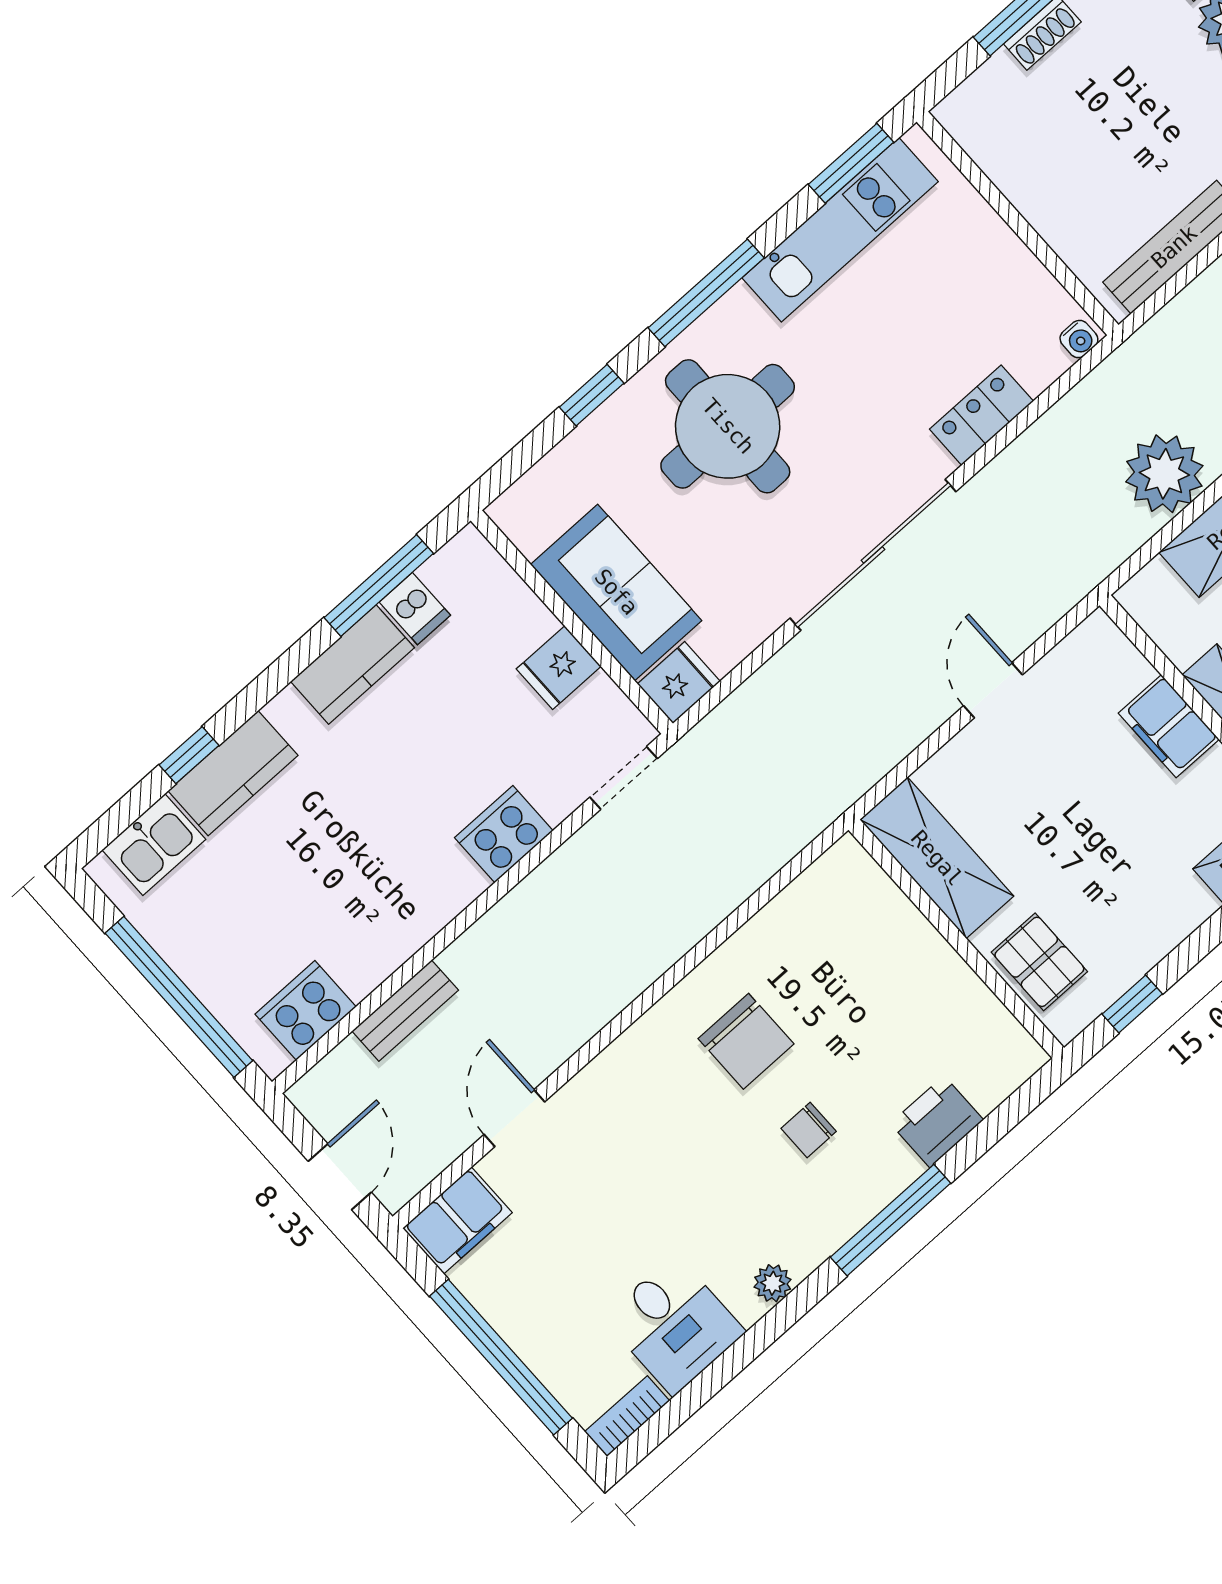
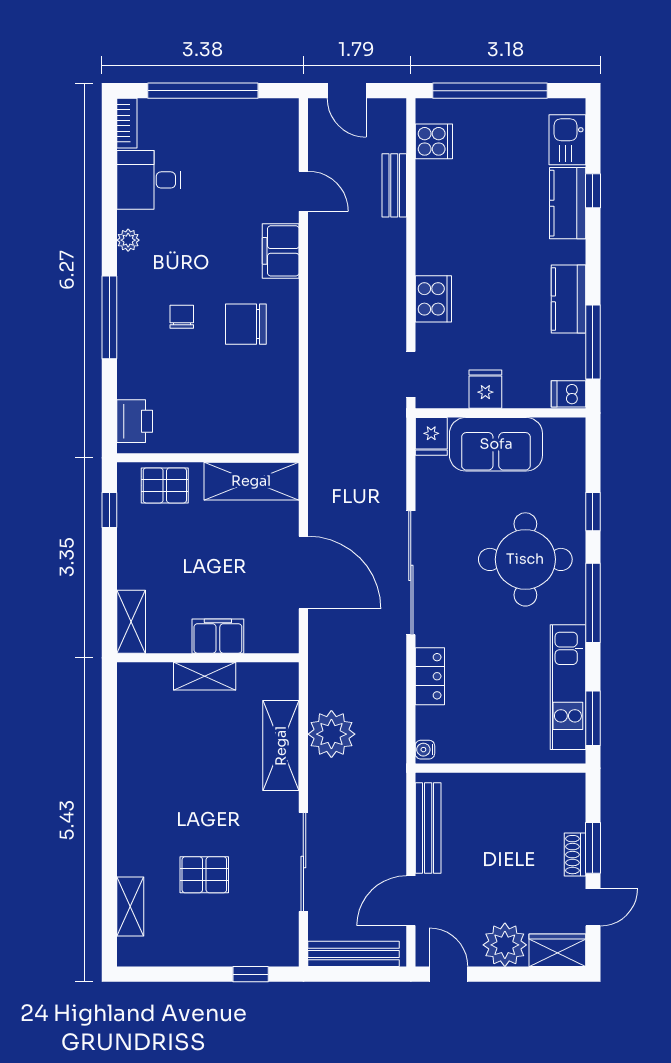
dishwasher: (415, 609) -> (568, 394), moved
door: (993, 690) -> (303, 573), width x1.88
cooker: (306, 1010) -> (434, 141), width x0.73
printer: (937, 1122) -> (135, 421), moved
filing cabinet: (457, 1220) -> (281, 251), moved

